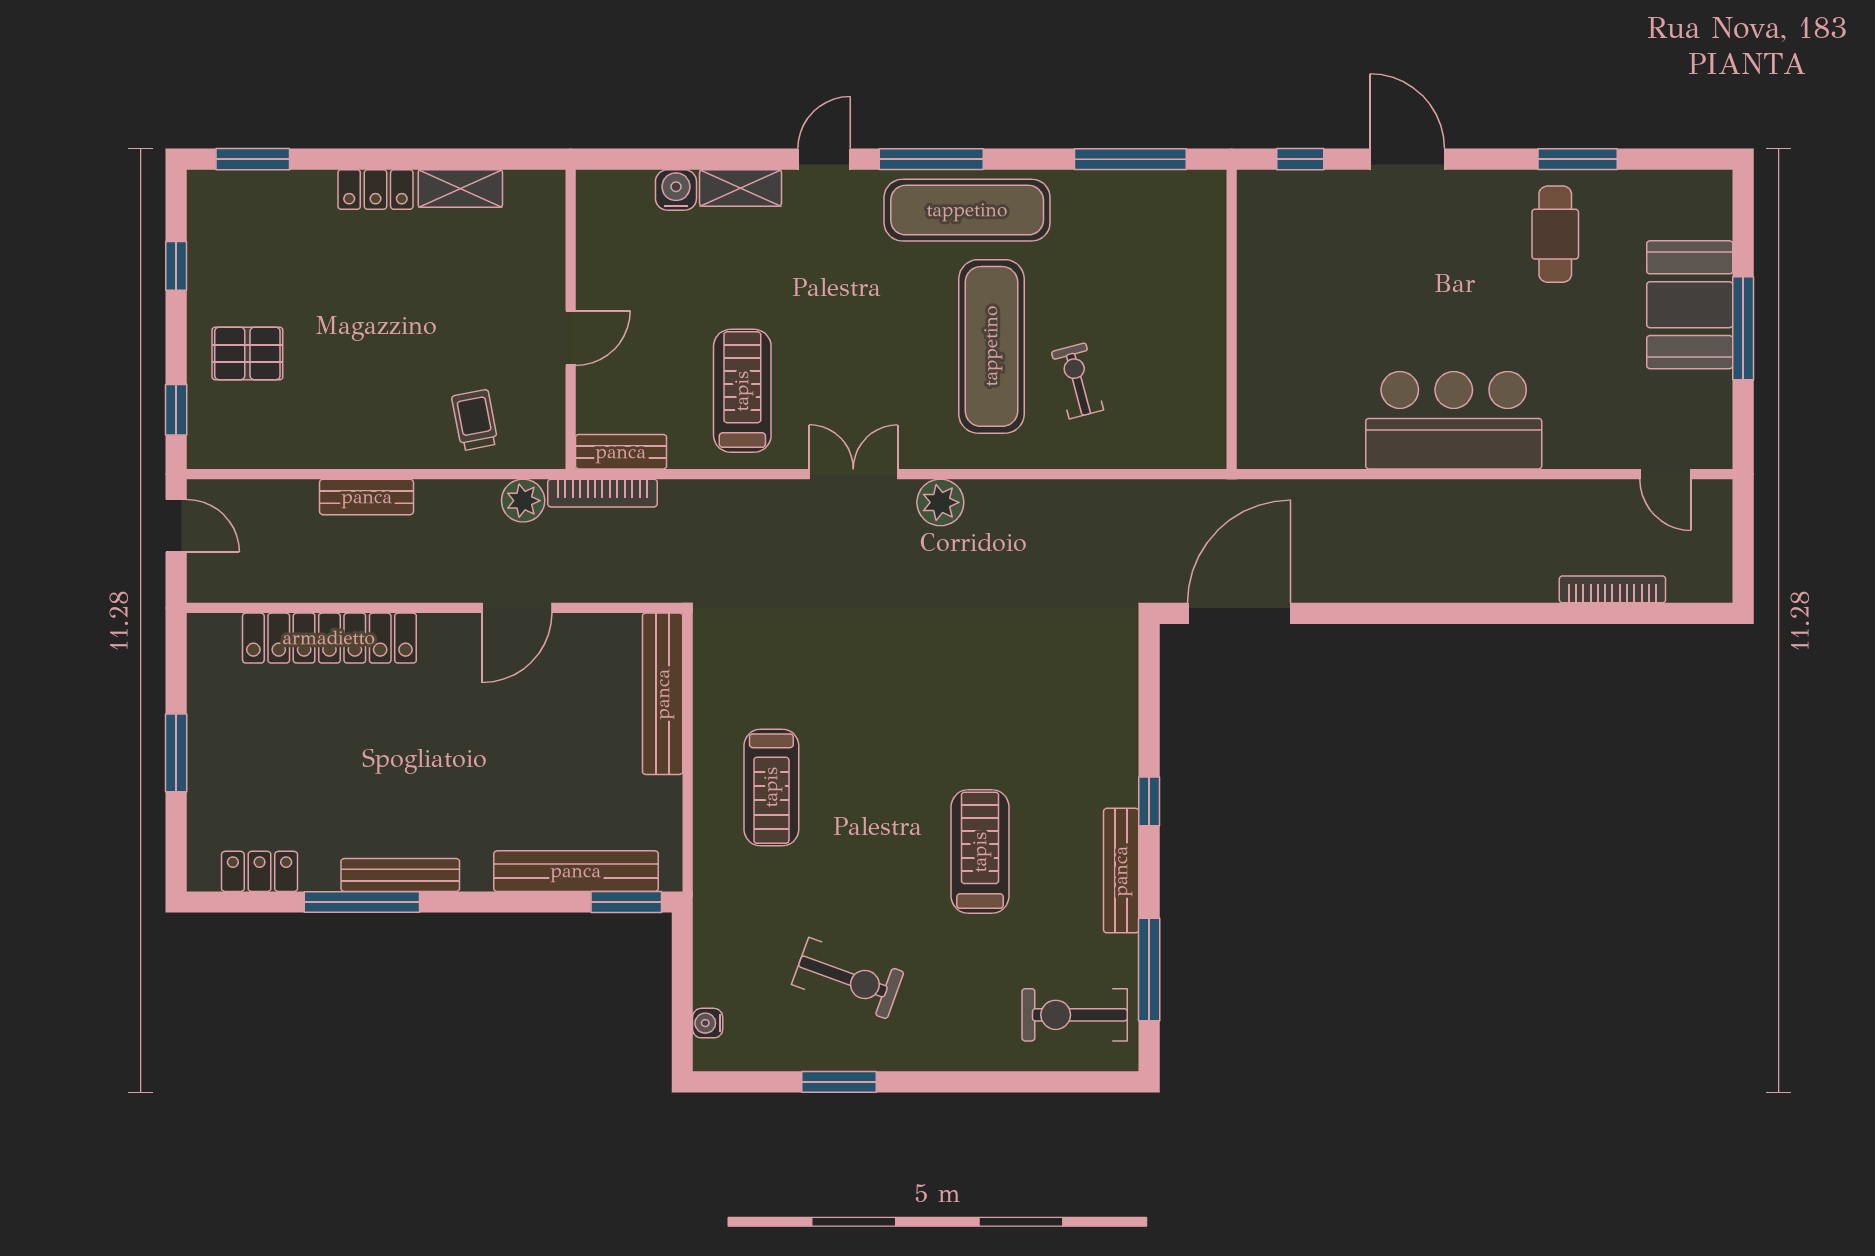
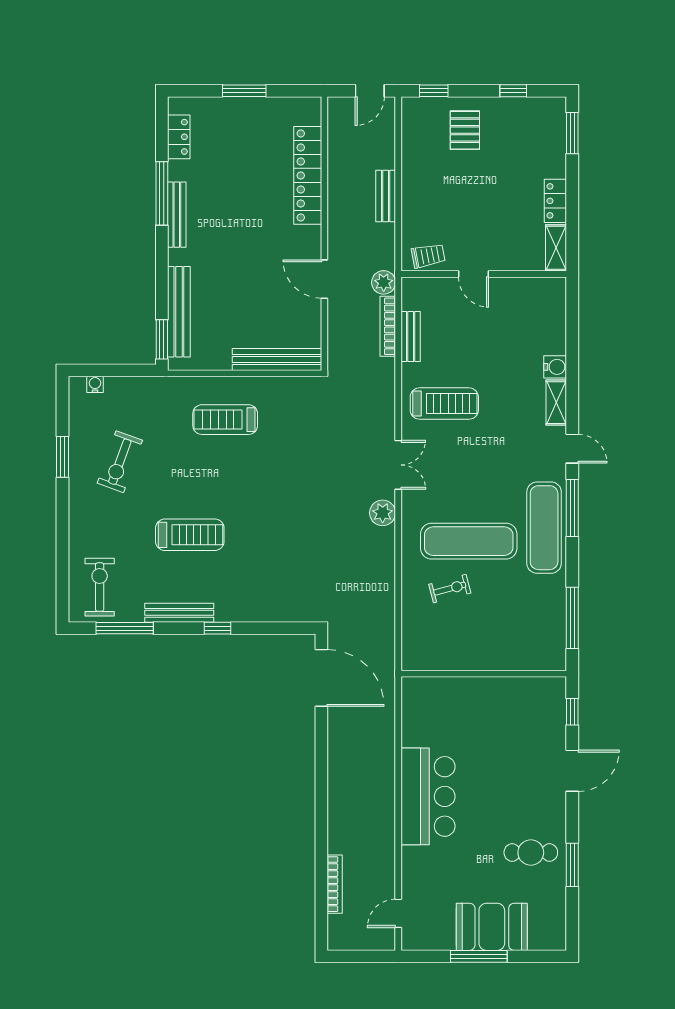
wall: (571, 319) -> (484, 274), moved
door: (571, 338) -> (473, 274), moved

